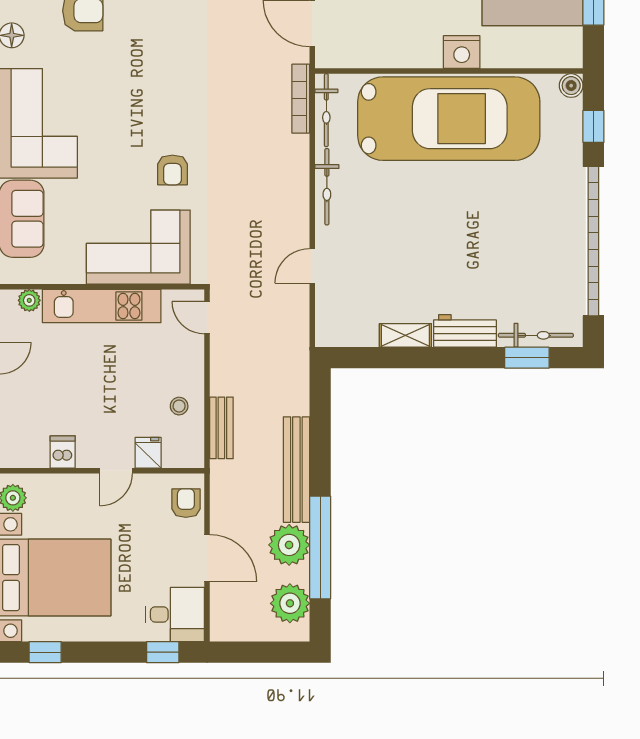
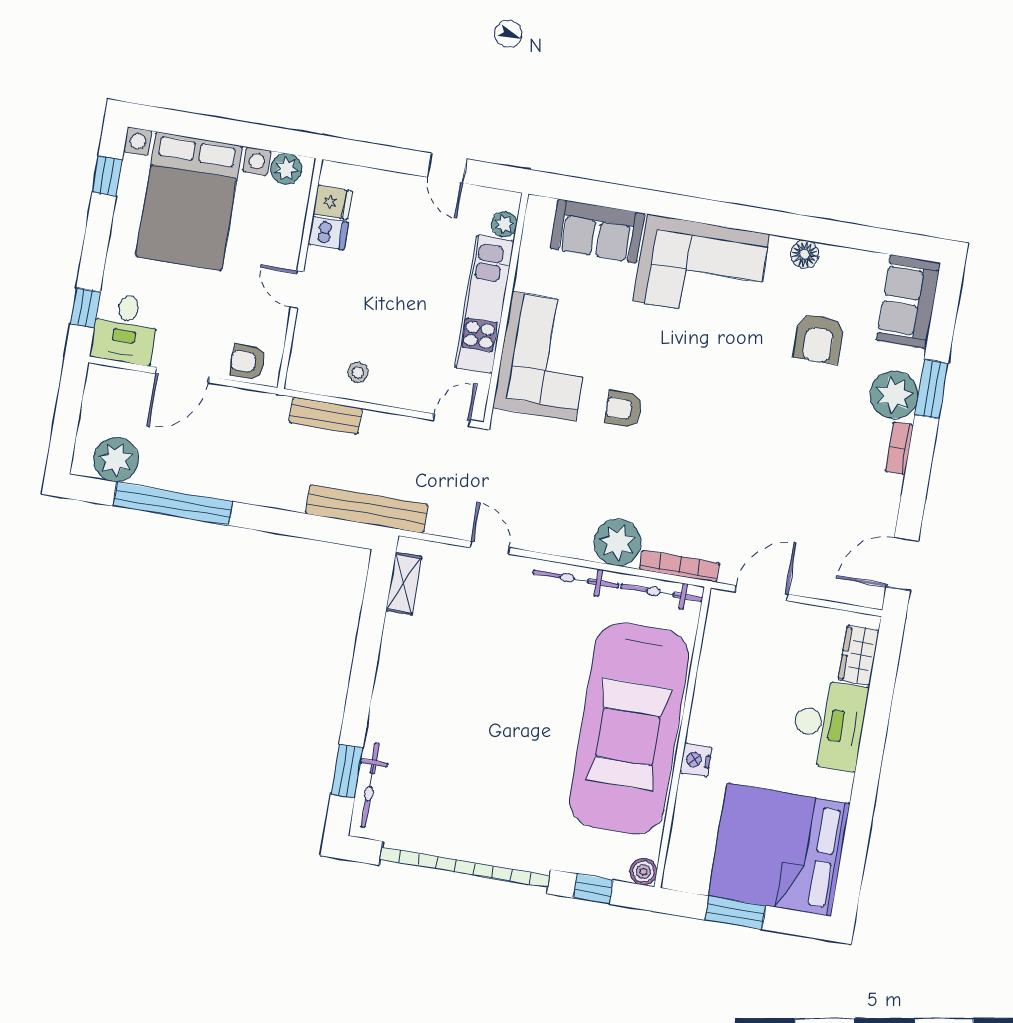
nightstand: (462, 52) -> (696, 760), width x0.74, depth x0.75
workbench: (465, 331) -> (388, 707), removed
shelving: (405, 335) -> (404, 584), moved
fridge: (148, 453) -> (333, 202), moved
bench: (296, 470) -> (367, 509), moved
armchair: (186, 503) -> (248, 362), turned 180
plant: (289, 545) -> (618, 542), moved

